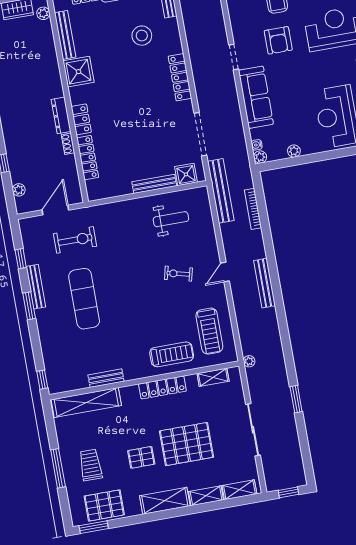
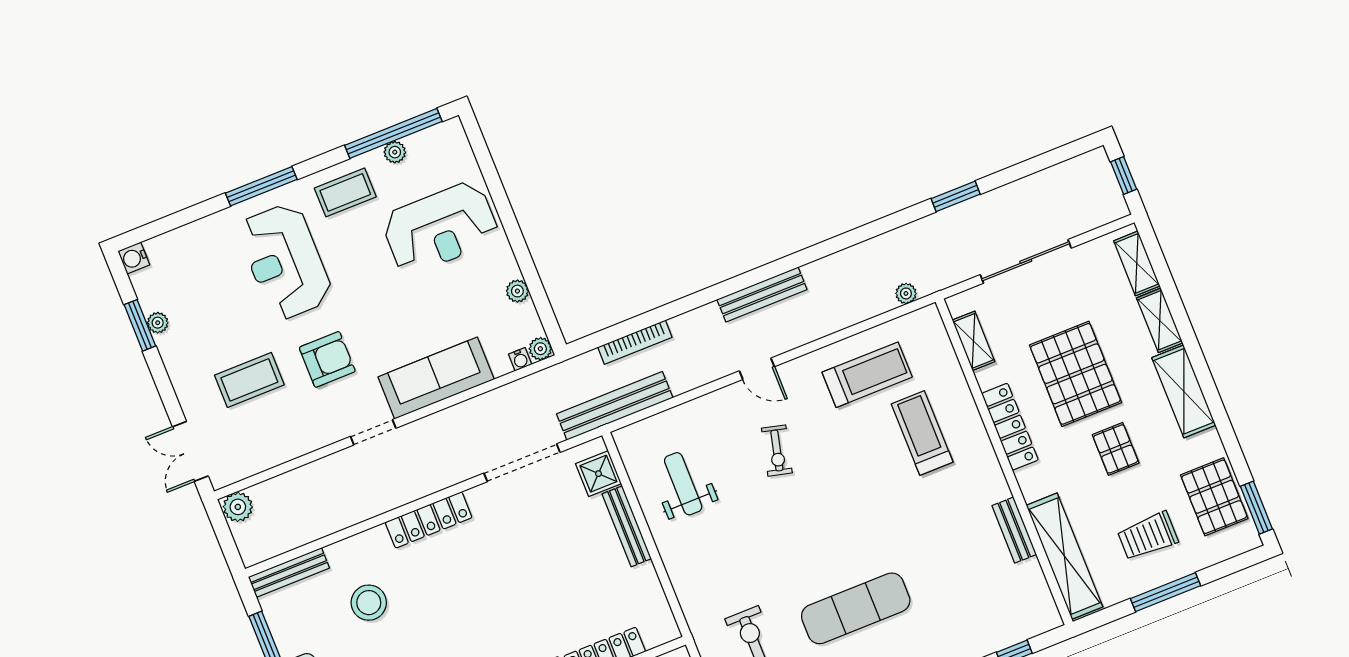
shelving: (213, 377) -> (973, 341), moved
bench: (106, 378) -> (1014, 530), moved
wall: (144, 380) -> (1004, 462), moved
locker: (162, 387) -> (1010, 427), moved
shelving: (86, 402) -> (1064, 556), moved

